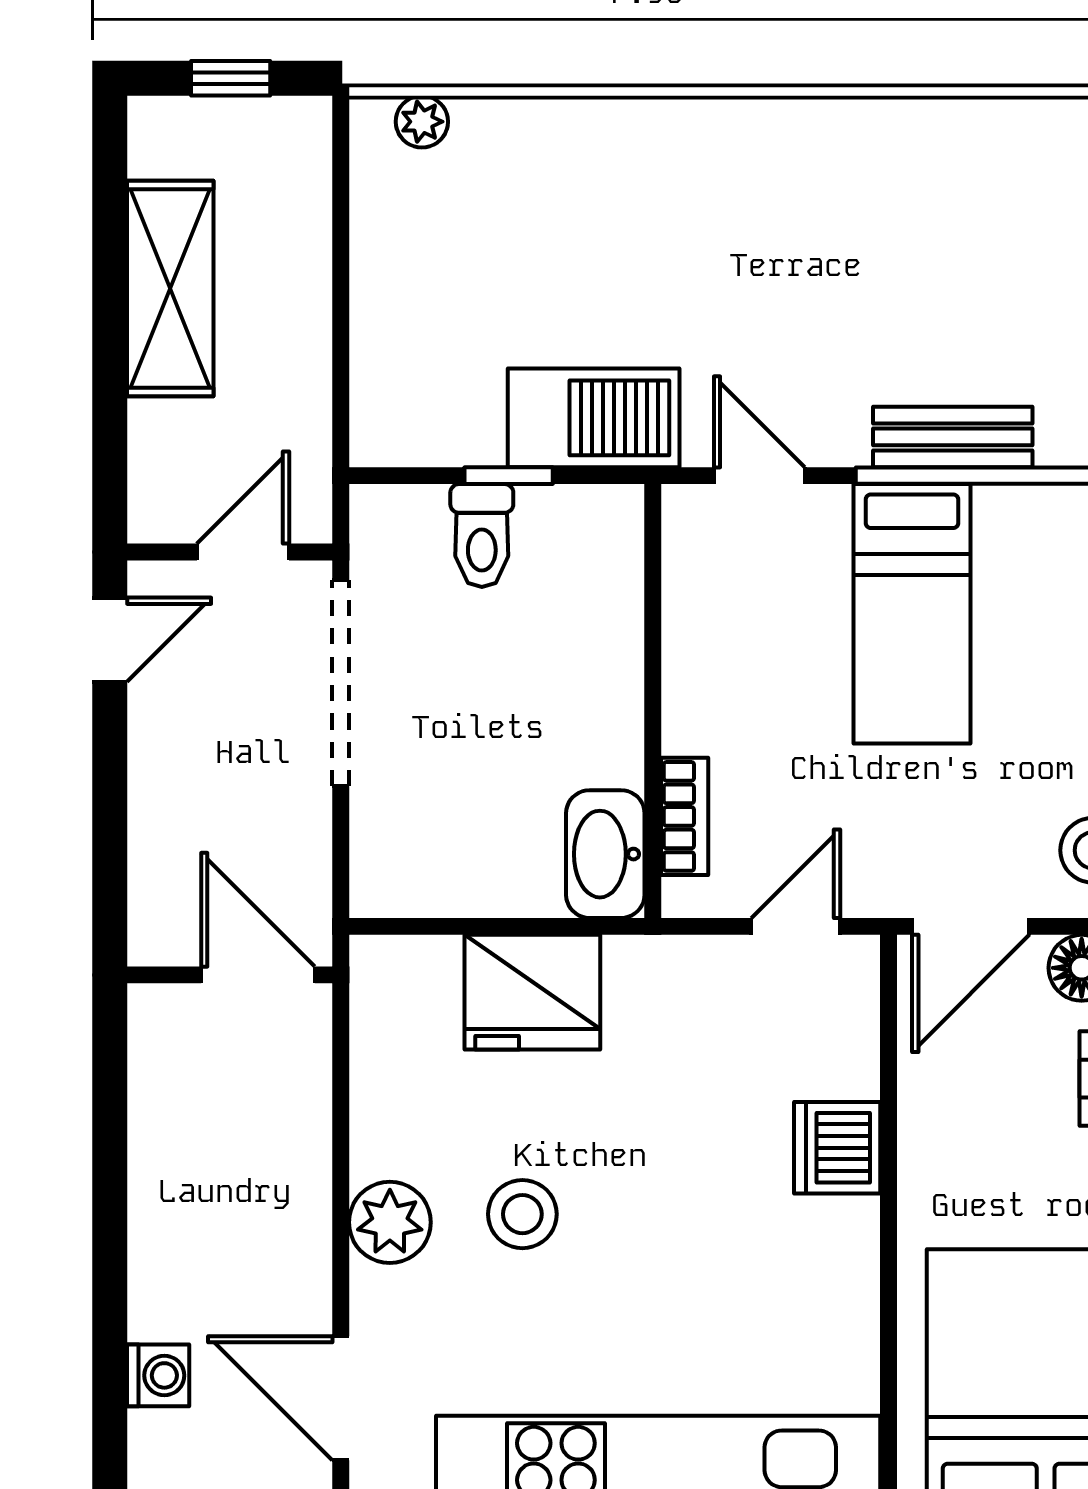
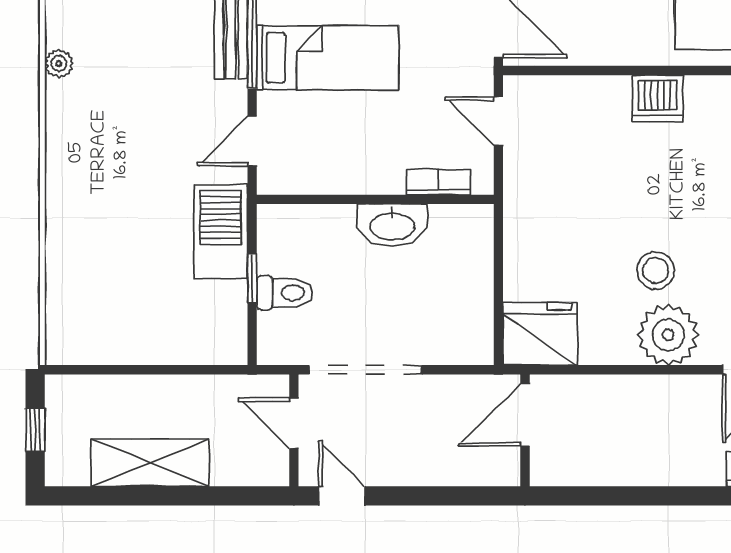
plant: (422, 122) -> (59, 64), moved
washbasin: (605, 854) -> (392, 225), moved
fridge: (532, 992) -> (540, 334), moved, turned -90
dishwasher: (837, 1148) -> (658, 99), moved
plant: (390, 1222) -> (668, 335), width x1.36, depth x1.36

